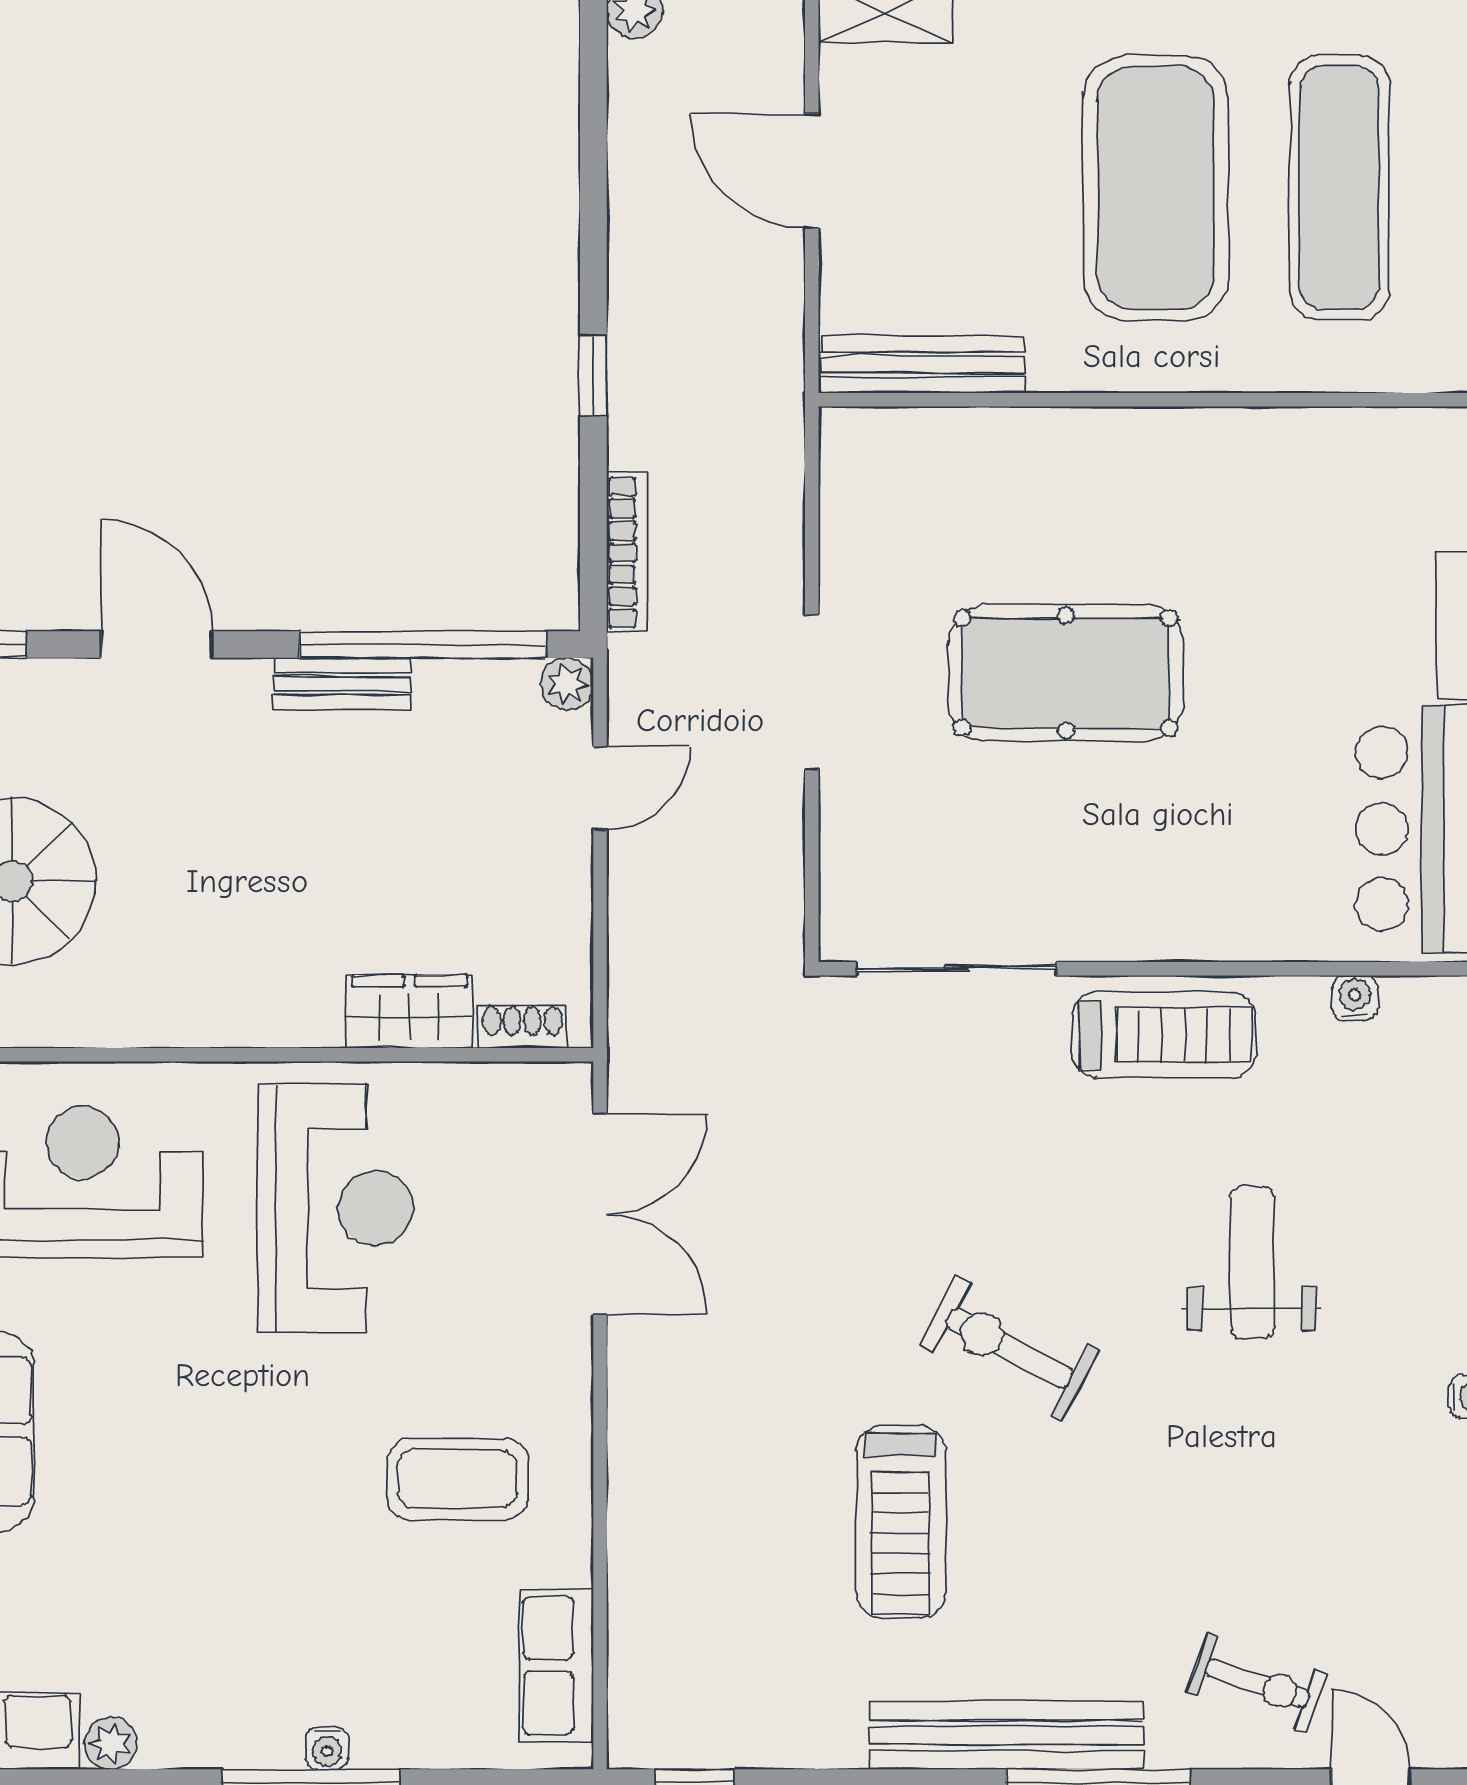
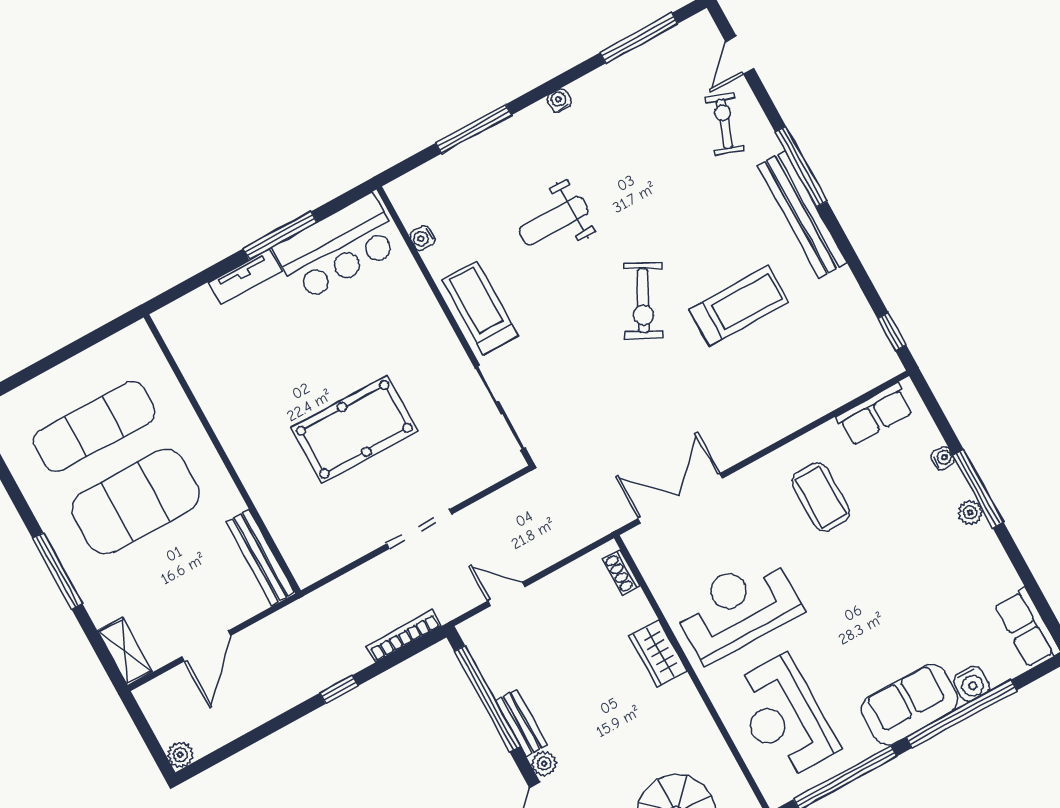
pool table: (1066, 673) -> (354, 429), turned 90
plant: (567, 684) -> (544, 764), moved
wardrobe: (409, 1012) -> (658, 653), moved
plant: (111, 1743) -> (970, 512), moved
water cooler: (327, 1748) -> (943, 458), moved

